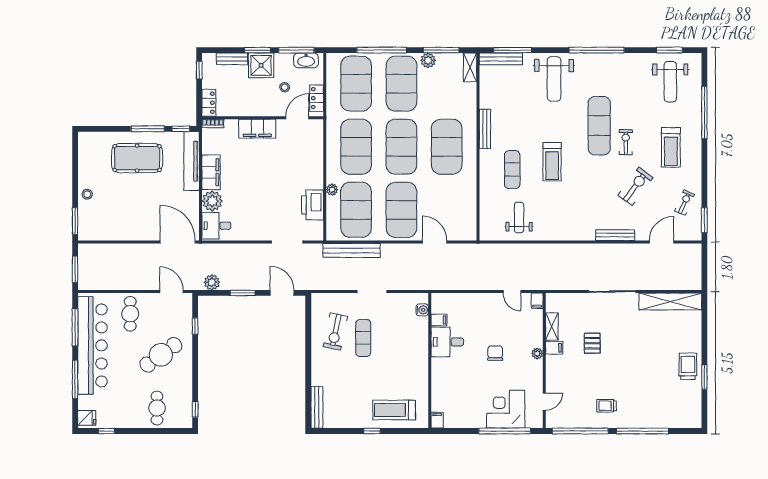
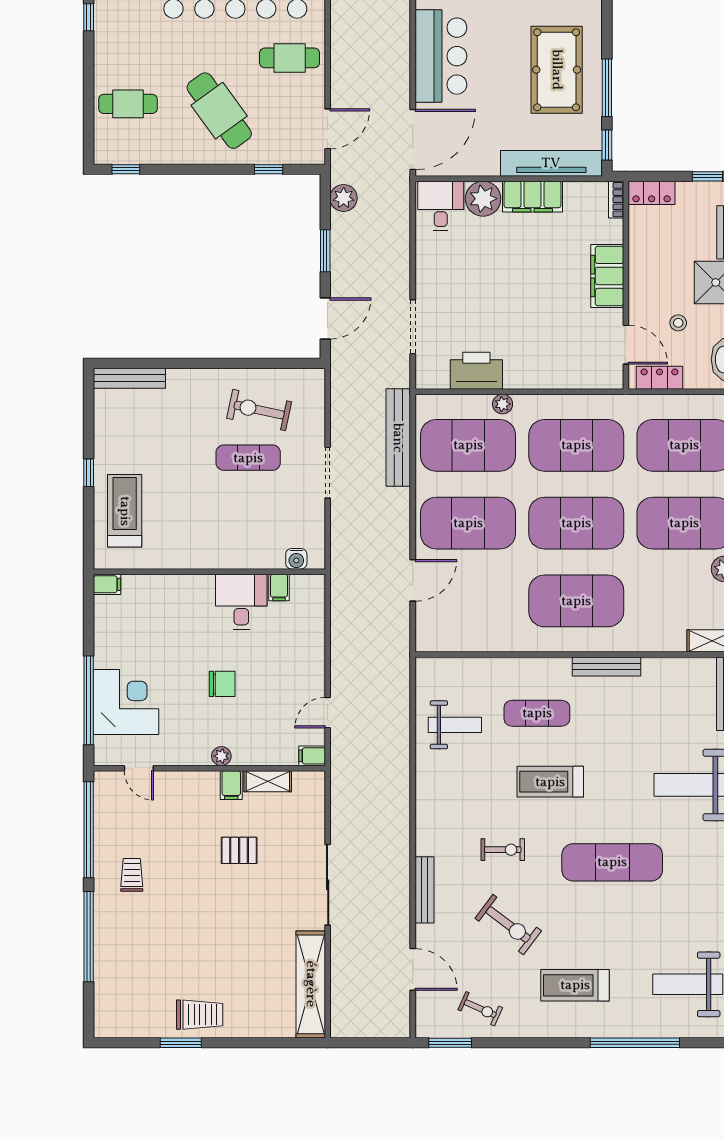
exercise bike: (626, 142) -> (503, 850), moved
bar counter: (129, 226) -> (441, 56), added

